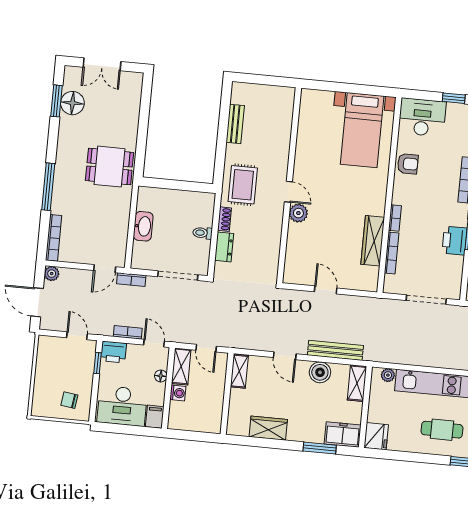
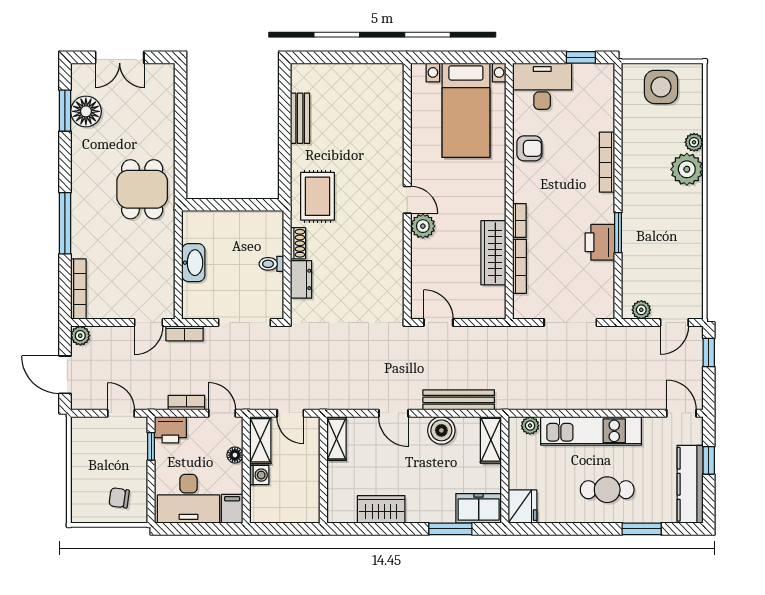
dining table: (110, 167) -> (142, 189), turned 90
wall: (289, 185) -> (407, 191), moved
door: (288, 192) -> (407, 200), moved
plant: (298, 213) -> (423, 226), moved

